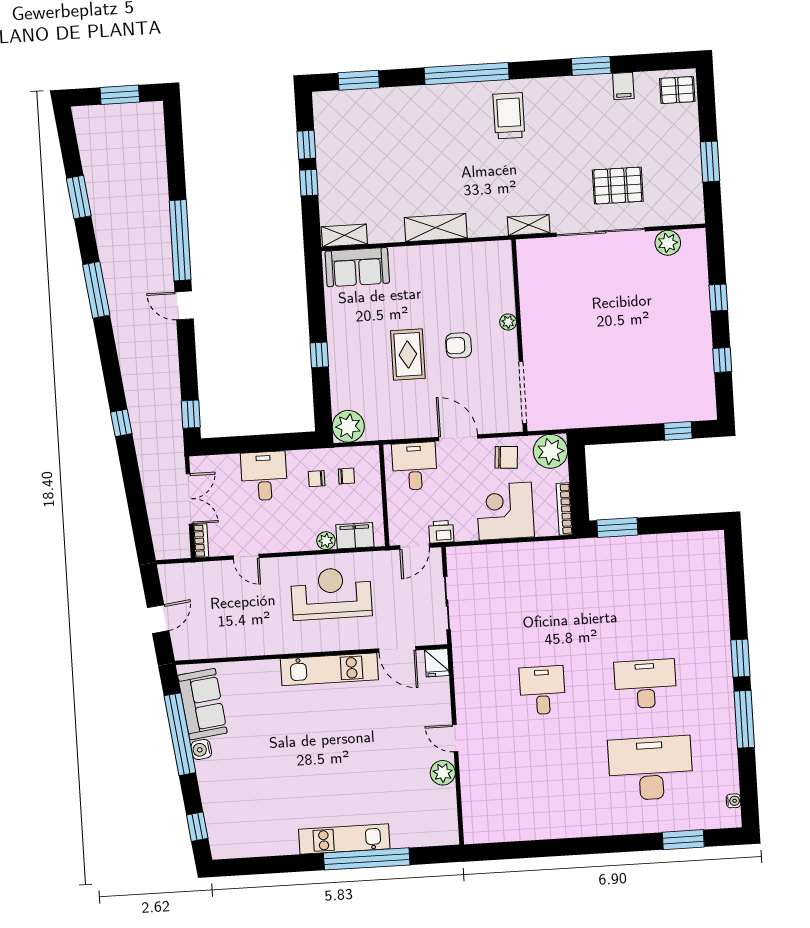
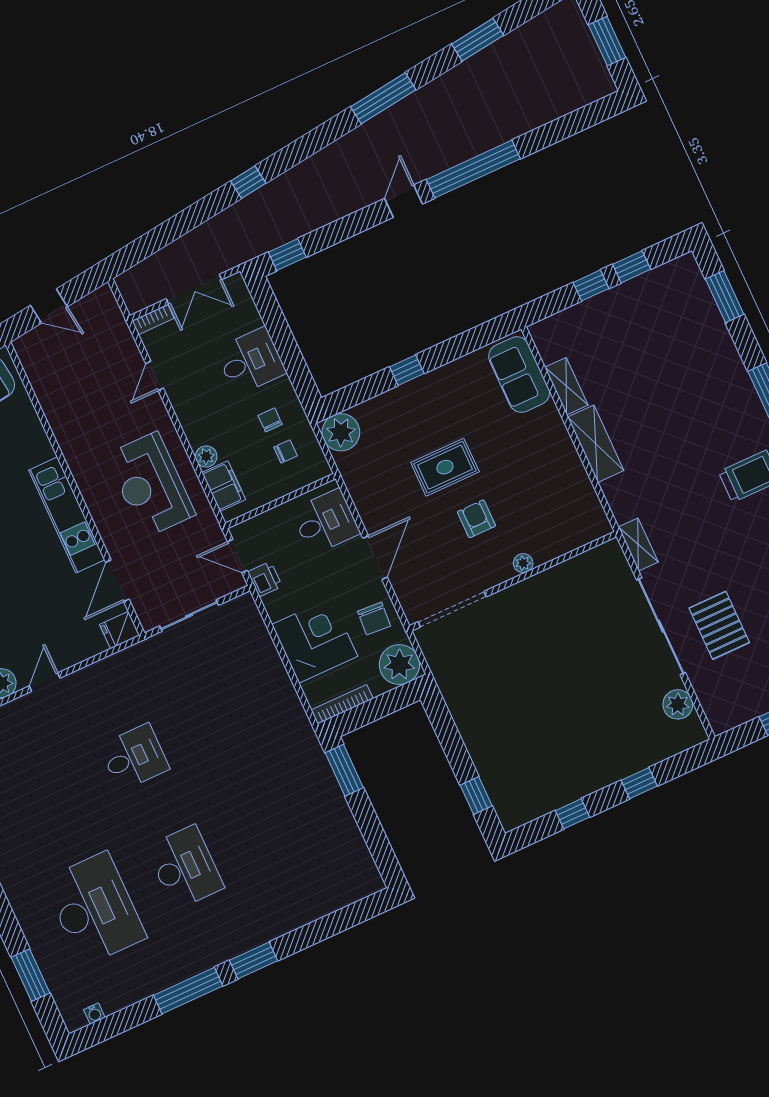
shelving: (344, 235) -> (566, 386), moved
chair: (346, 476) -> (286, 451), turned -90
reception desk: (331, 594) -> (150, 485), turned 180

